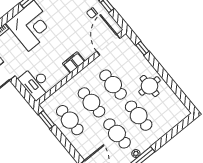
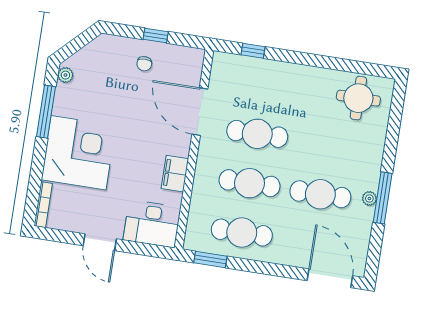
door: (108, 45) -> (200, 112), moved
filing cabinet: (74, 62) -> (175, 174), moved
round table: (150, 86) -> (358, 98), moved
cafe table: (139, 116) -> (328, 145), removed

